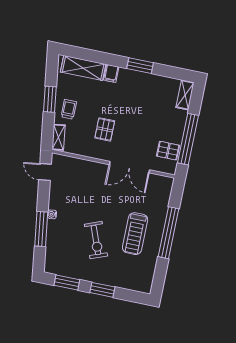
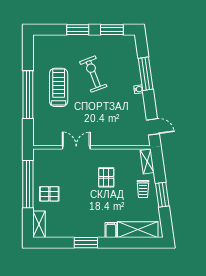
pallet: (168, 151) -> (49, 194), moved
double door: (130, 167) -> (76, 147), width x0.73

